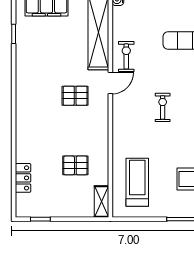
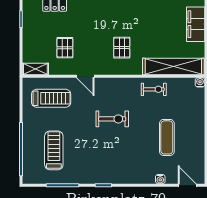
door: (110, 83) -> (85, 76), moved
exercise bike: (163, 107) -> (112, 119), width x1.38, depth x1.39

